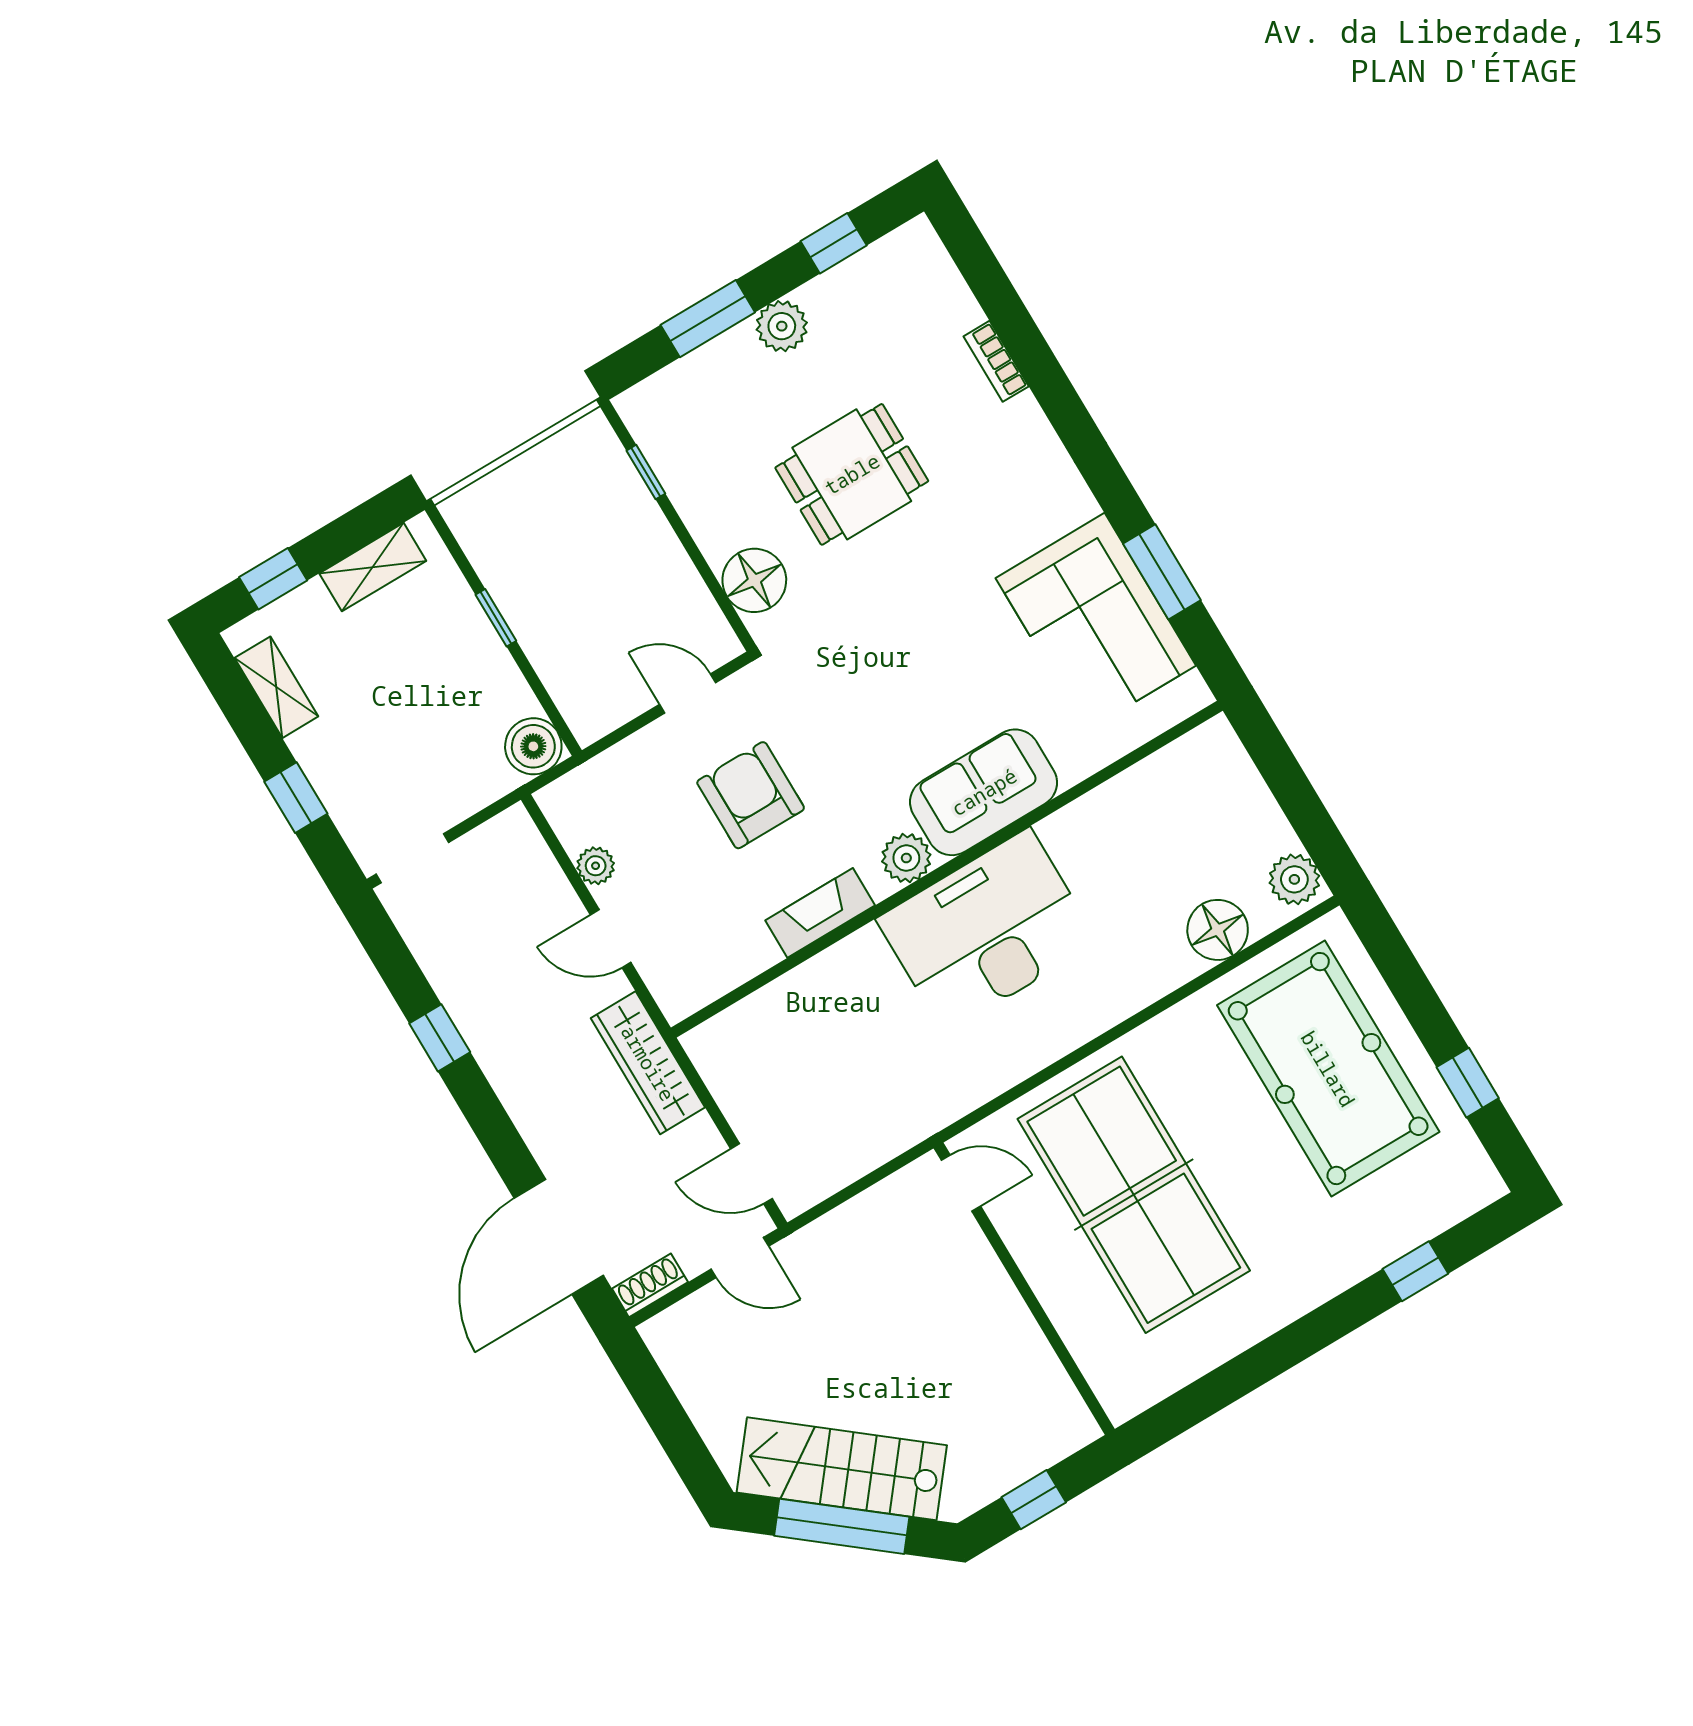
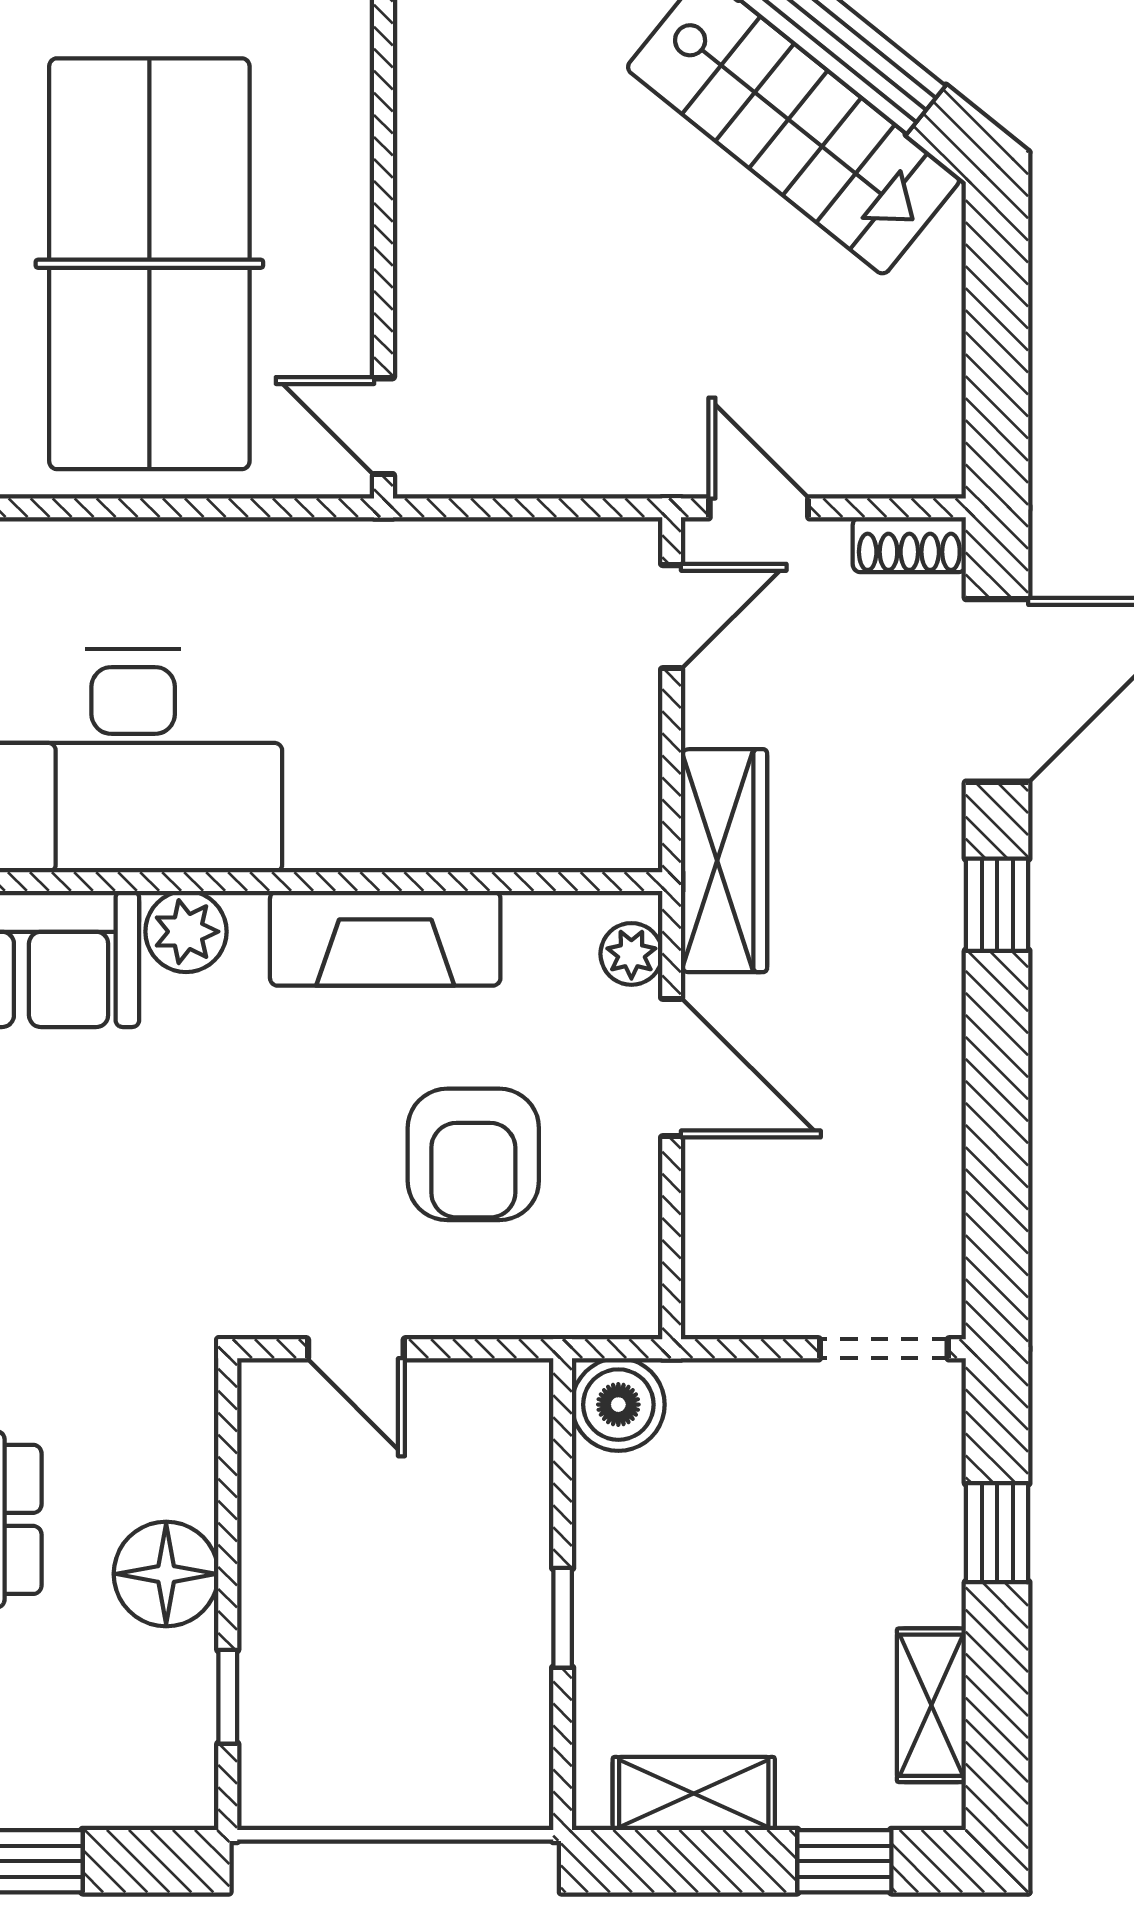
floor lamp: (754, 580) -> (166, 1574), moved
armchair: (751, 795) -> (473, 1154), moved
plant: (596, 866) -> (631, 954), moved
fireplace: (820, 913) -> (385, 938), width x1.37, depth x1.32
door: (611, 939) -> (672, 1067), width x1.38
window: (440, 1038) -> (997, 905), moved
door: (751, 1174) -> (672, 617), hinge flipped

